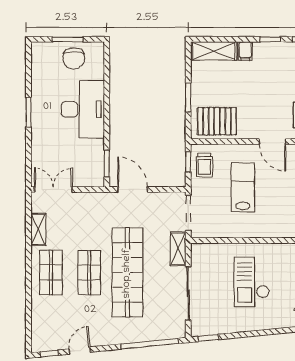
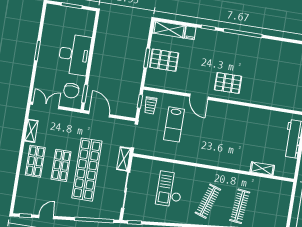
chair: (74, 58) -> (71, 91), moved
pallet: (217, 121) -> (164, 60), moved
lab bench: (243, 187) -> (174, 124), turned 180

